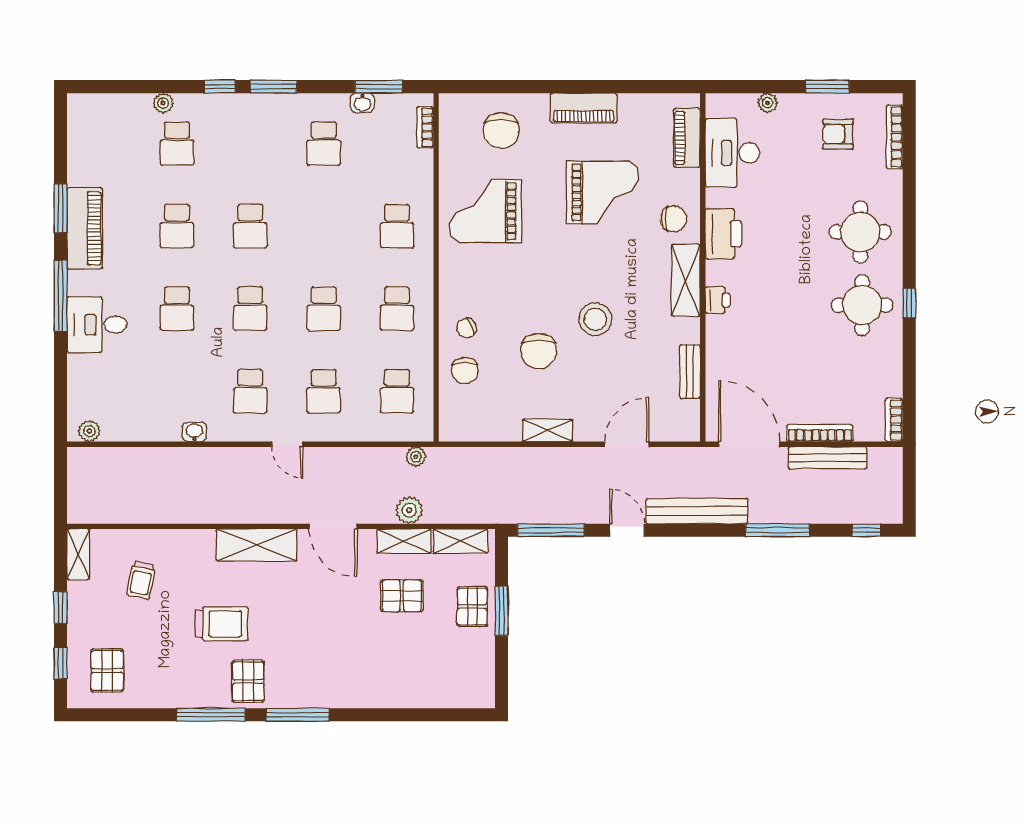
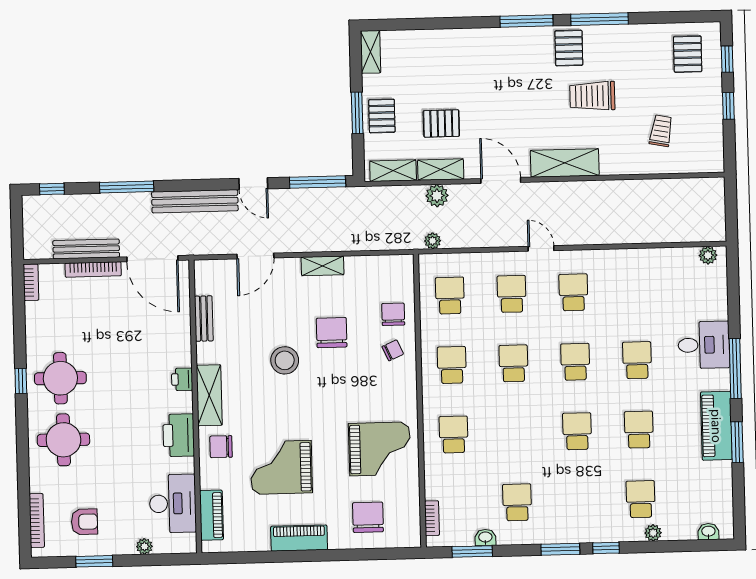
washbasin: (194, 432) -> (708, 532), moved, turned 180
shelving: (78, 554) -> (371, 52), moved

